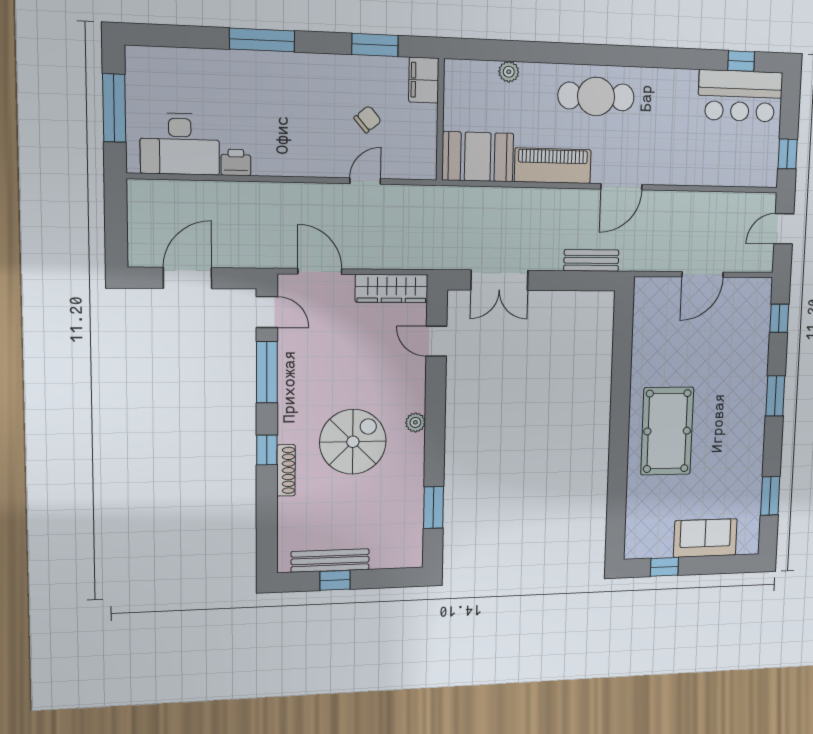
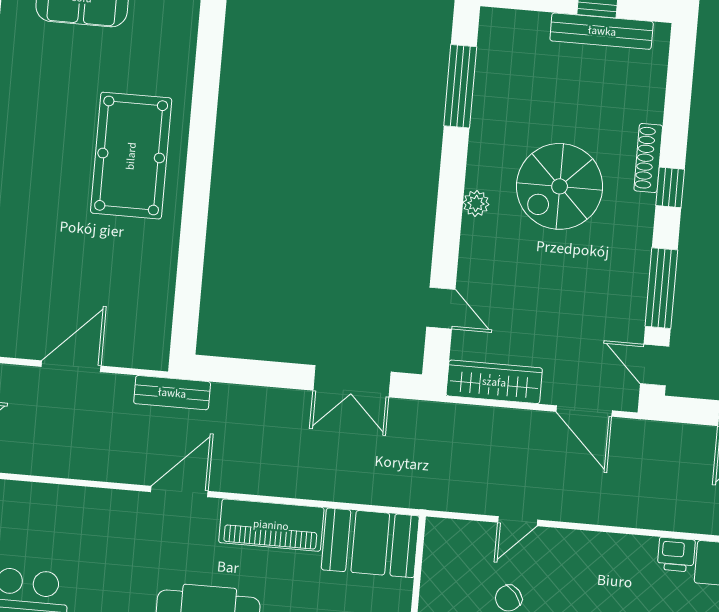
bench: (591, 260) -> (172, 393), moved
double door: (499, 280) -> (352, 381), swing flipped
window: (434, 508) -> (460, 86), width x1.44

